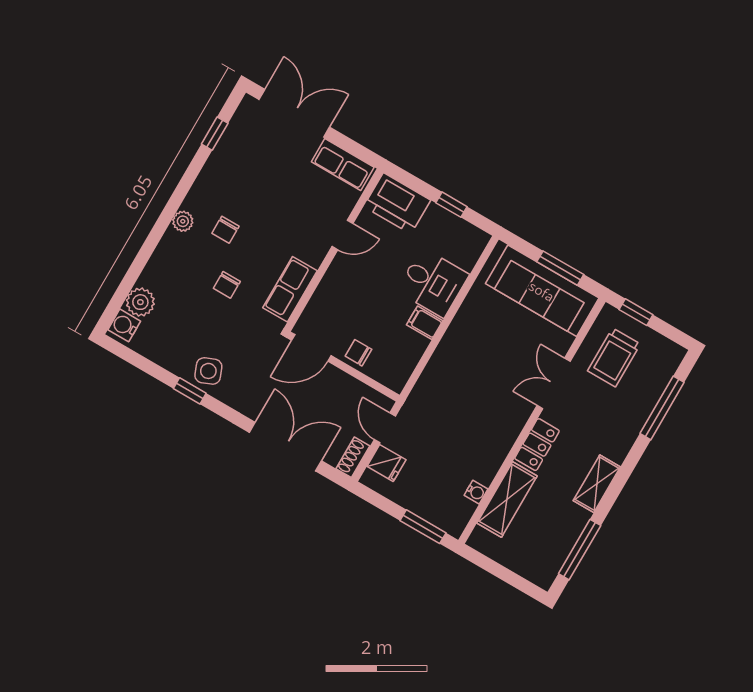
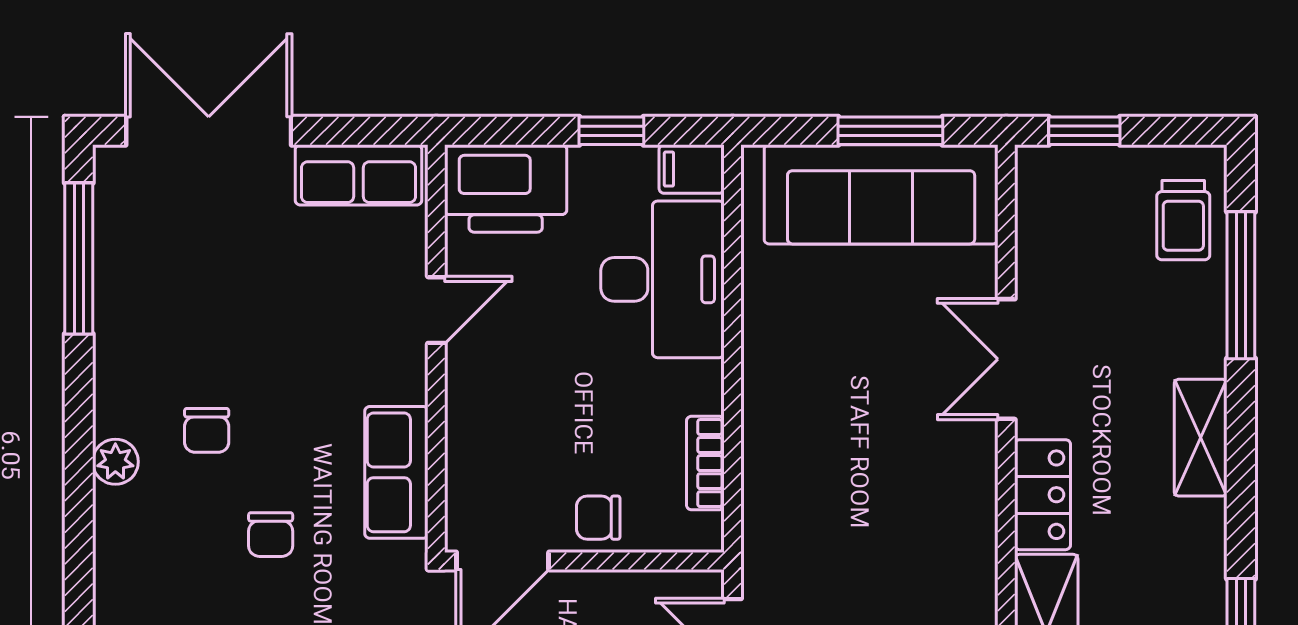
window: (215, 134) -> (79, 258), width x2.17
desk: (433, 283) -> (663, 279), width x1.37
filing cabinet: (425, 323) -> (692, 169), moved
bookcase: (413, 356) -> (705, 463), added
trolley: (614, 357) -> (1183, 220), moved, width x0.73, depth x0.72
shelving: (597, 484) -> (1201, 438), moved

